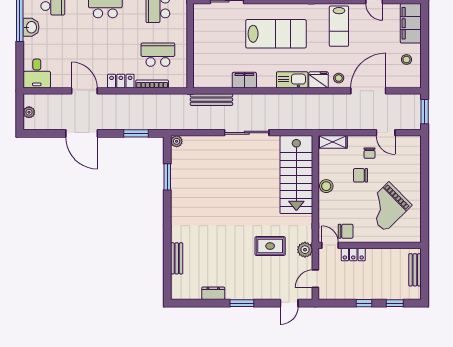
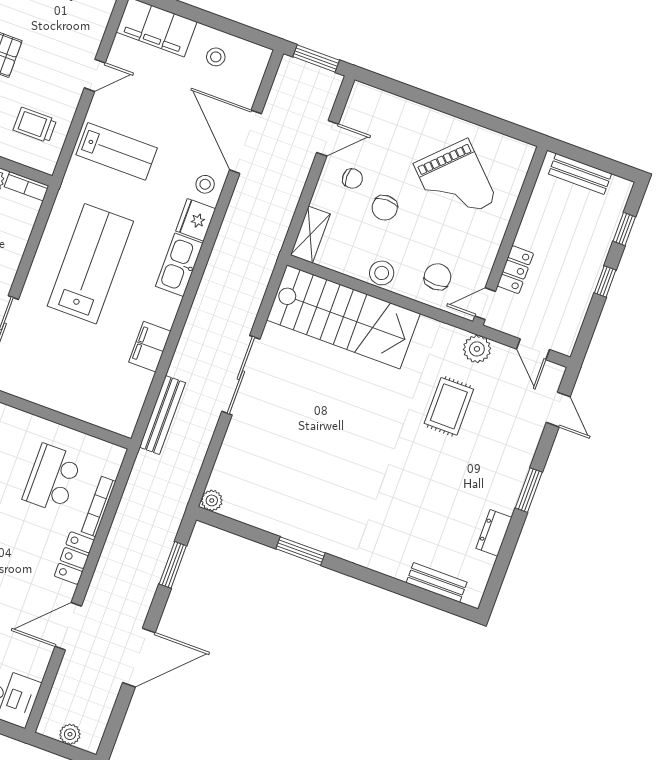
window: (167, 177) -> (300, 551), moved
chair: (346, 231) -> (438, 277), moved
bench: (177, 258) -> (437, 582), moved

